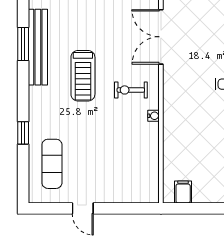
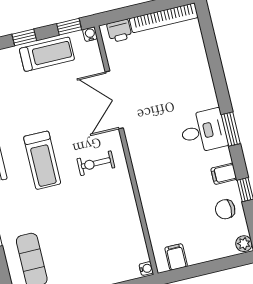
water cooler: (154, 116) -> (146, 269), moved

